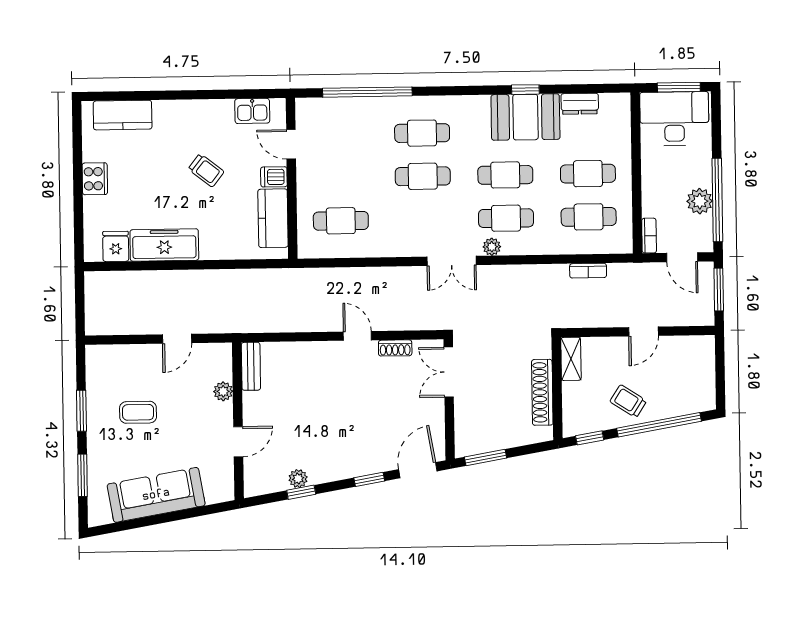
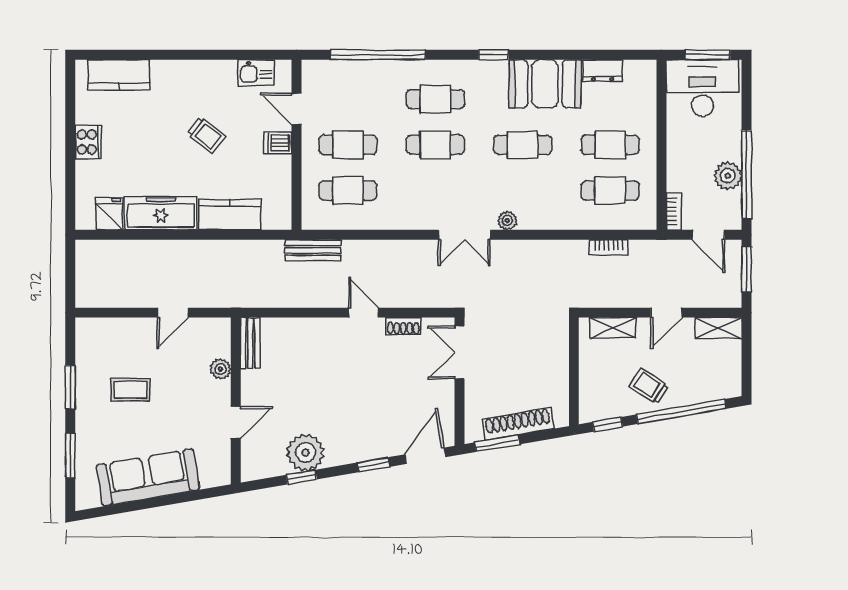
window: (525, 90) -> (494, 55), moved
kitchen counter: (273, 218) -> (230, 214), moved, turned 90
cafe table: (506, 218) -> (348, 145), moved
bench: (309, 278) -> (313, 250), added
shelving: (693, 345) -> (718, 328), added
shelving: (571, 359) -> (613, 328), moved, turned 90
shoe rack: (542, 392) -> (518, 424), moved, turned 80
plant: (298, 479) -> (306, 452), width x1.87, depth x1.87

